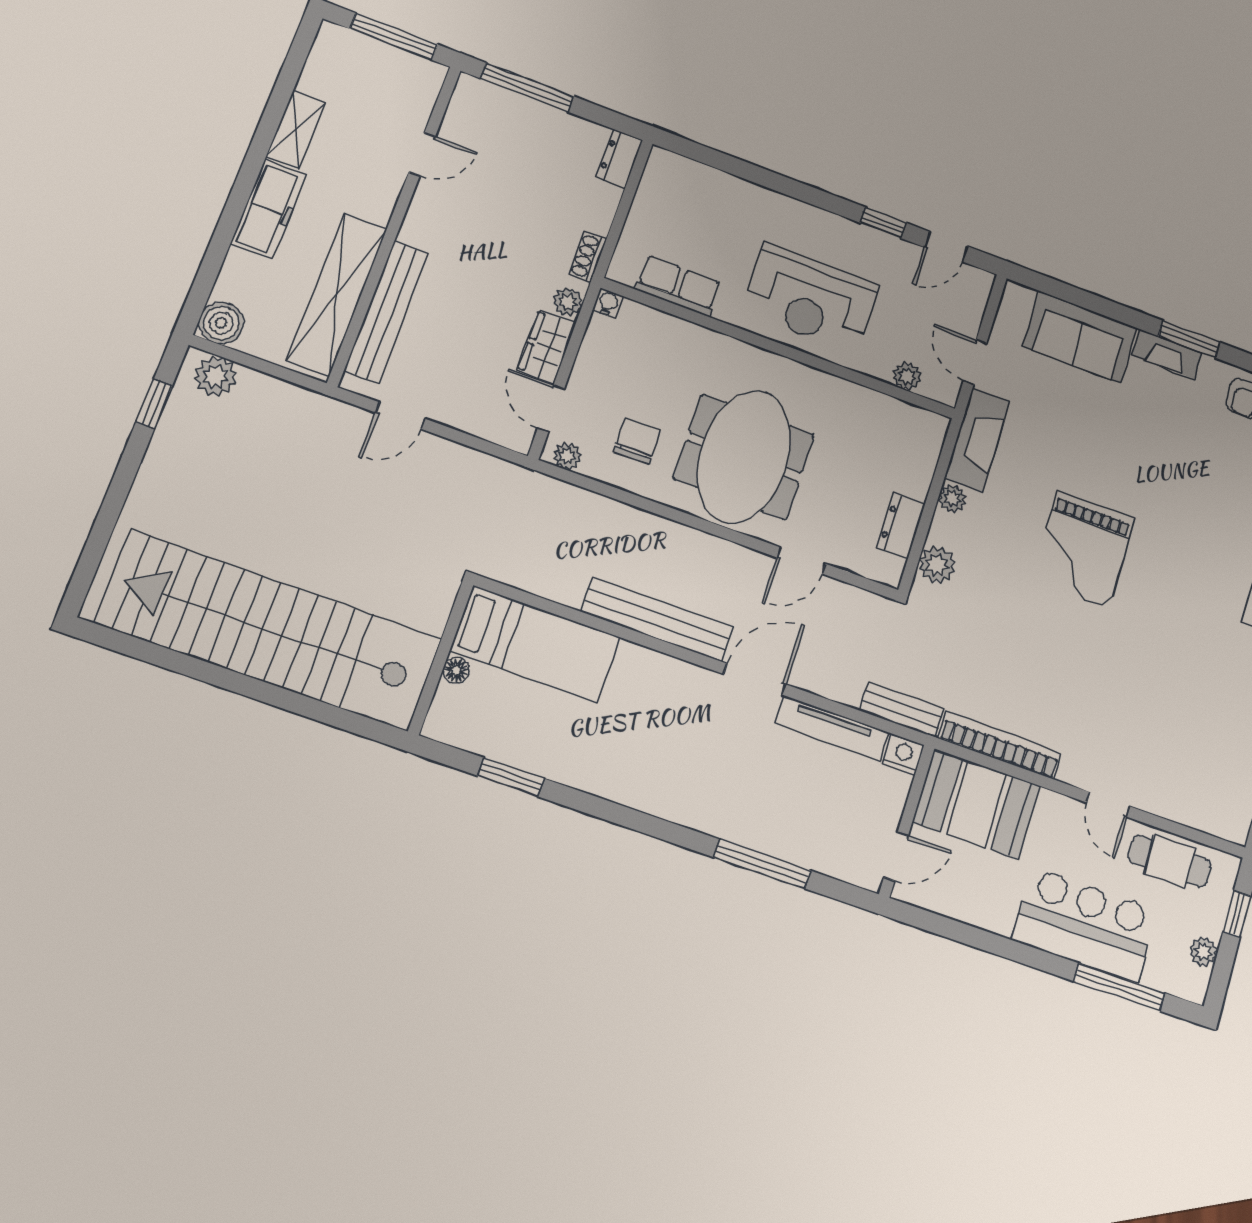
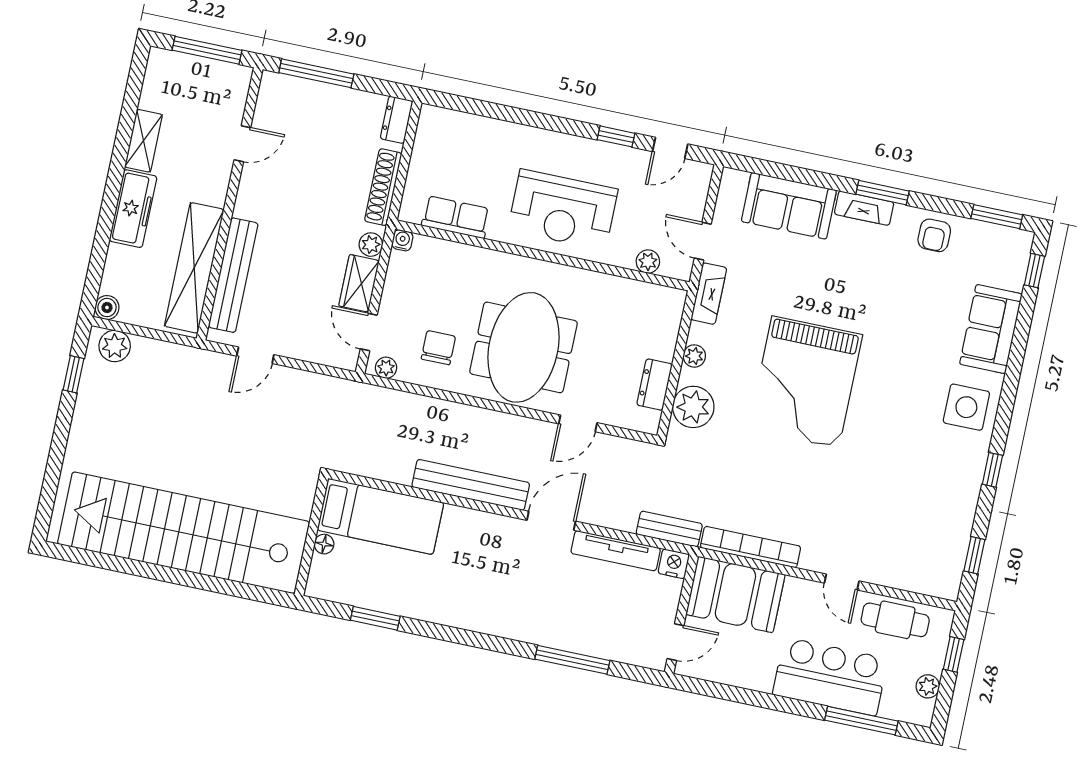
shoe rack: (588, 257) -> (383, 187), width x1.94, depth x1.24
boiler: (221, 323) -> (107, 308), width x0.73, depth x0.73
fireplace: (977, 440) -> (709, 294), width x0.73, depth x0.76
grand piano: (1083, 550) -> (805, 382), width x1.37, depth x1.48
plant: (937, 565) -> (693, 407), width x1.36, depth x1.36

